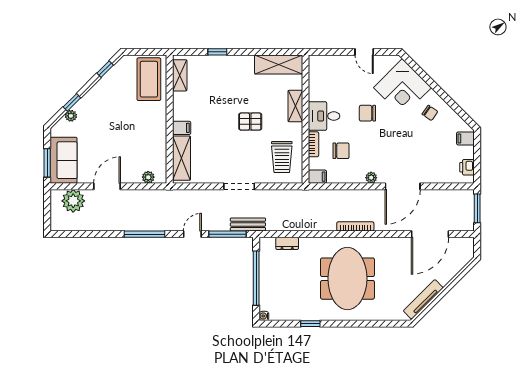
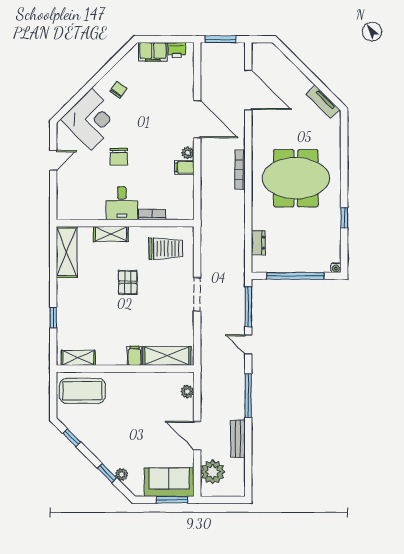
filing cabinet: (465, 138) -> (153, 52), width x2.00
chair: (341, 151) -> (159, 185), removed
filing cabinet: (317, 177) -> (184, 167), moved, turned -90
bench: (248, 224) -> (238, 439), moved
tv unit: (423, 299) -> (323, 102), width x0.71

